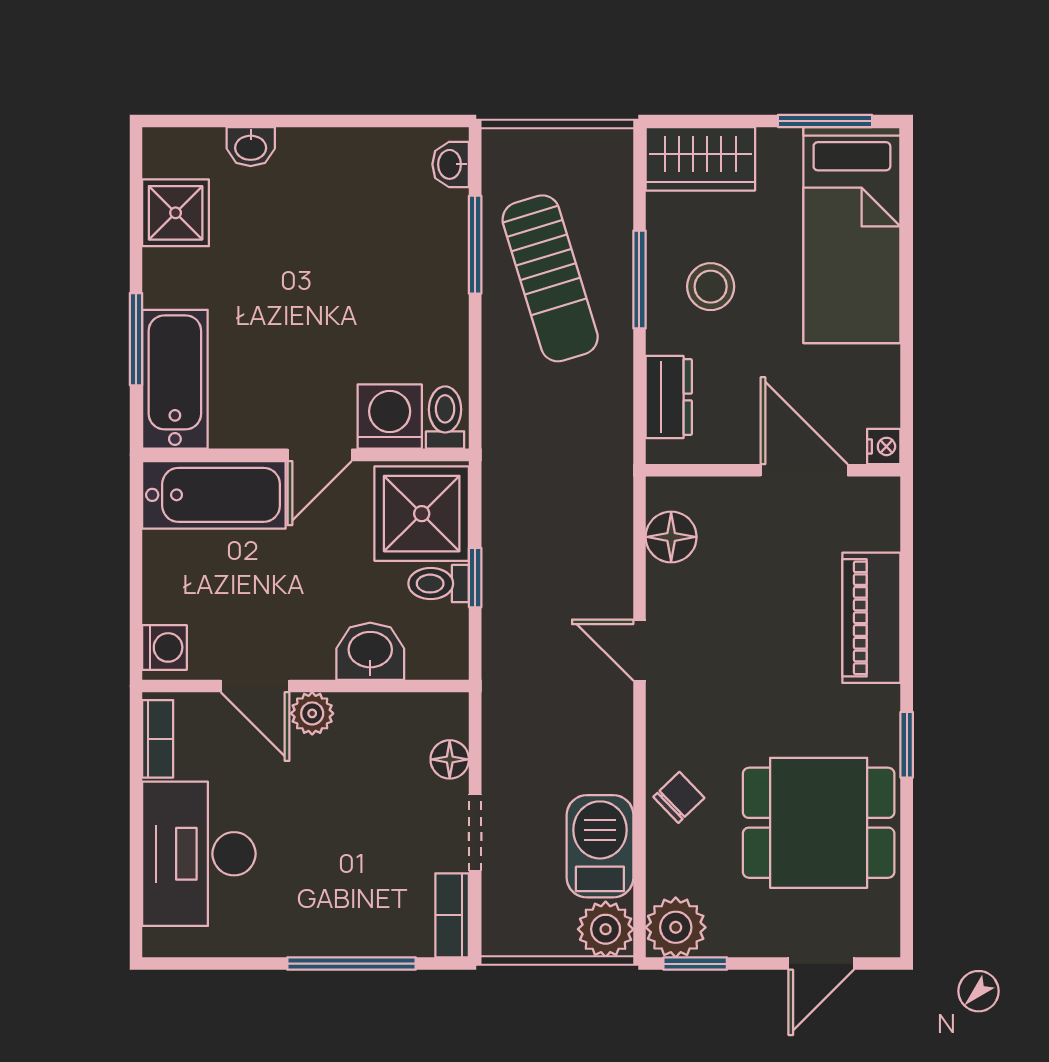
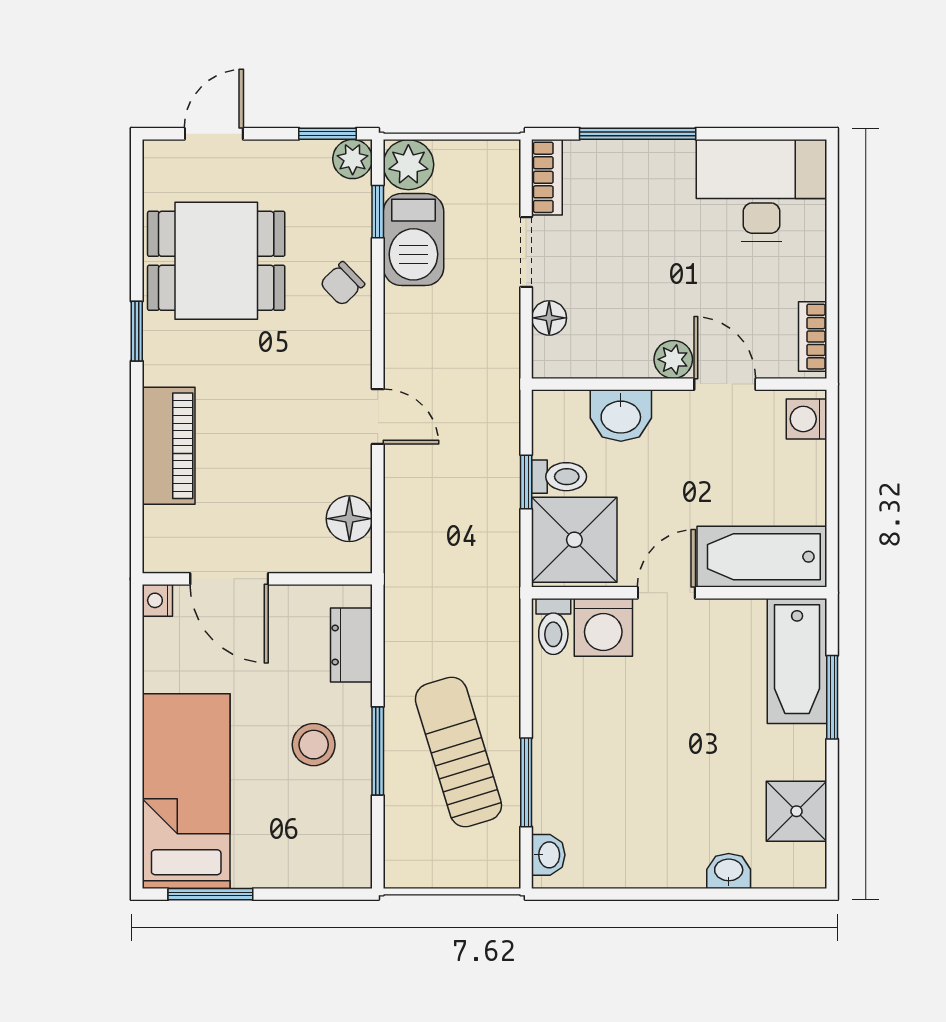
wardrobe: (700, 159) -> (323, 860), removed
desk: (199, 854) -> (761, 190), moved, turned -90
window: (639, 877) -> (378, 212), added
plant: (676, 927) -> (353, 159), width x0.73, depth x0.73

